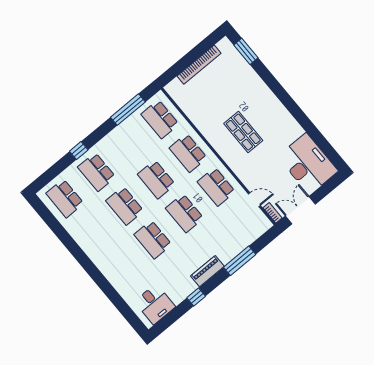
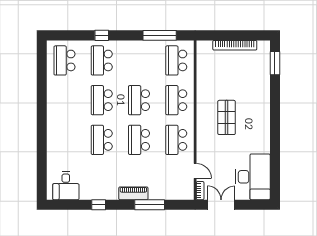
piano: (207, 271) -> (133, 193), moved

